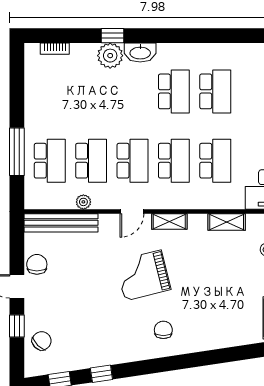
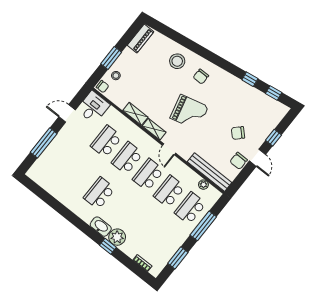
window: (17, 89) -> (178, 258), added
school desk: (215, 91) -> (78, 177), removed
plant: (83, 202) -> (203, 185), moved
door: (132, 211) -> (169, 149), swing flipped
shelving: (227, 222) -> (135, 114), moved
stool: (207, 326) -> (177, 61), added
chair: (42, 341) -> (238, 133), moved

